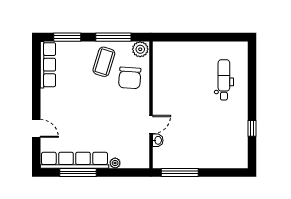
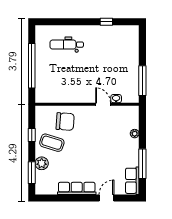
window: (113, 37) -> (32, 135), width x0.46
window: (198, 37) -> (32, 66), added
plant: (140, 49) -> (42, 163), moved
row of seats: (48, 65) -> (77, 188), moved
row of seats: (74, 160) -> (132, 181), width x0.50

